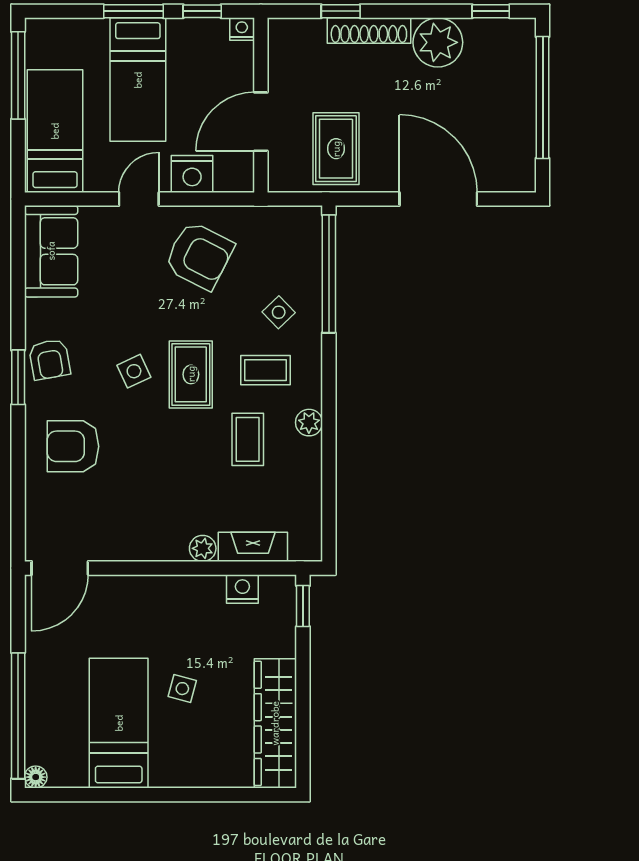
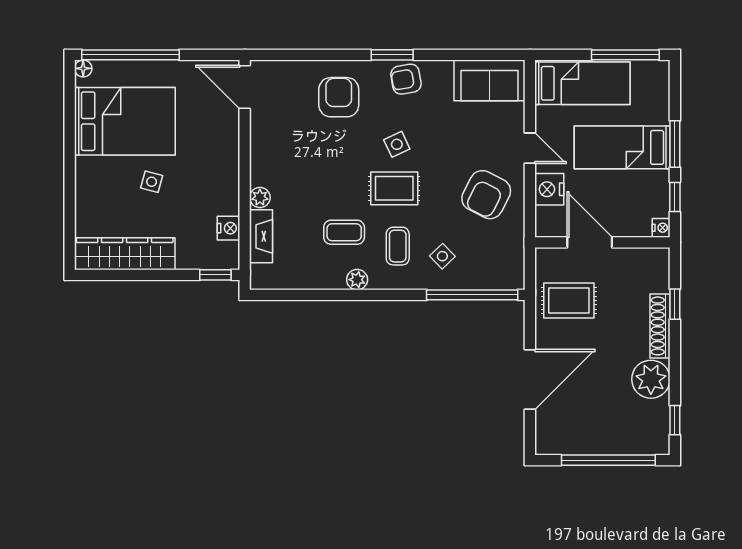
bed: (119, 723) -> (125, 121), width x1.50

